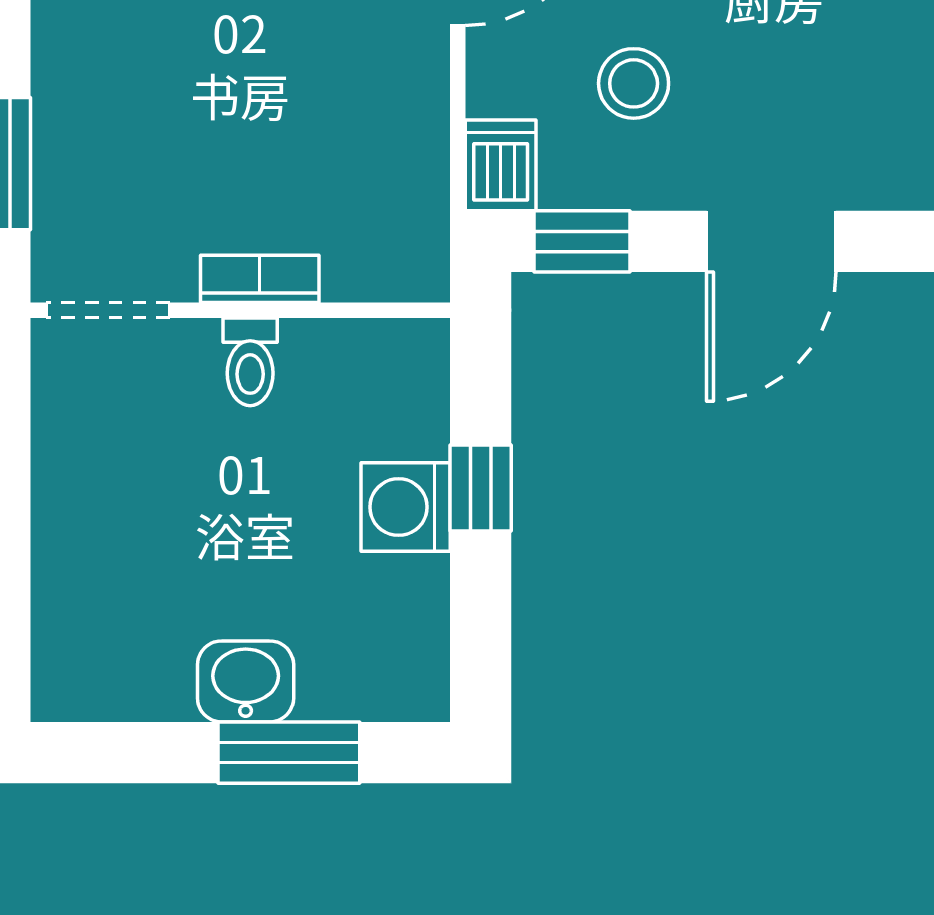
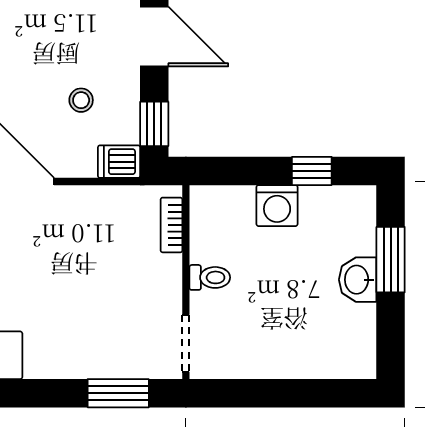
stool: (634, 83) -> (81, 100), width x0.73, depth x0.73
bookcase: (260, 279) -> (171, 225), moved
window: (481, 488) -> (312, 171), moved

